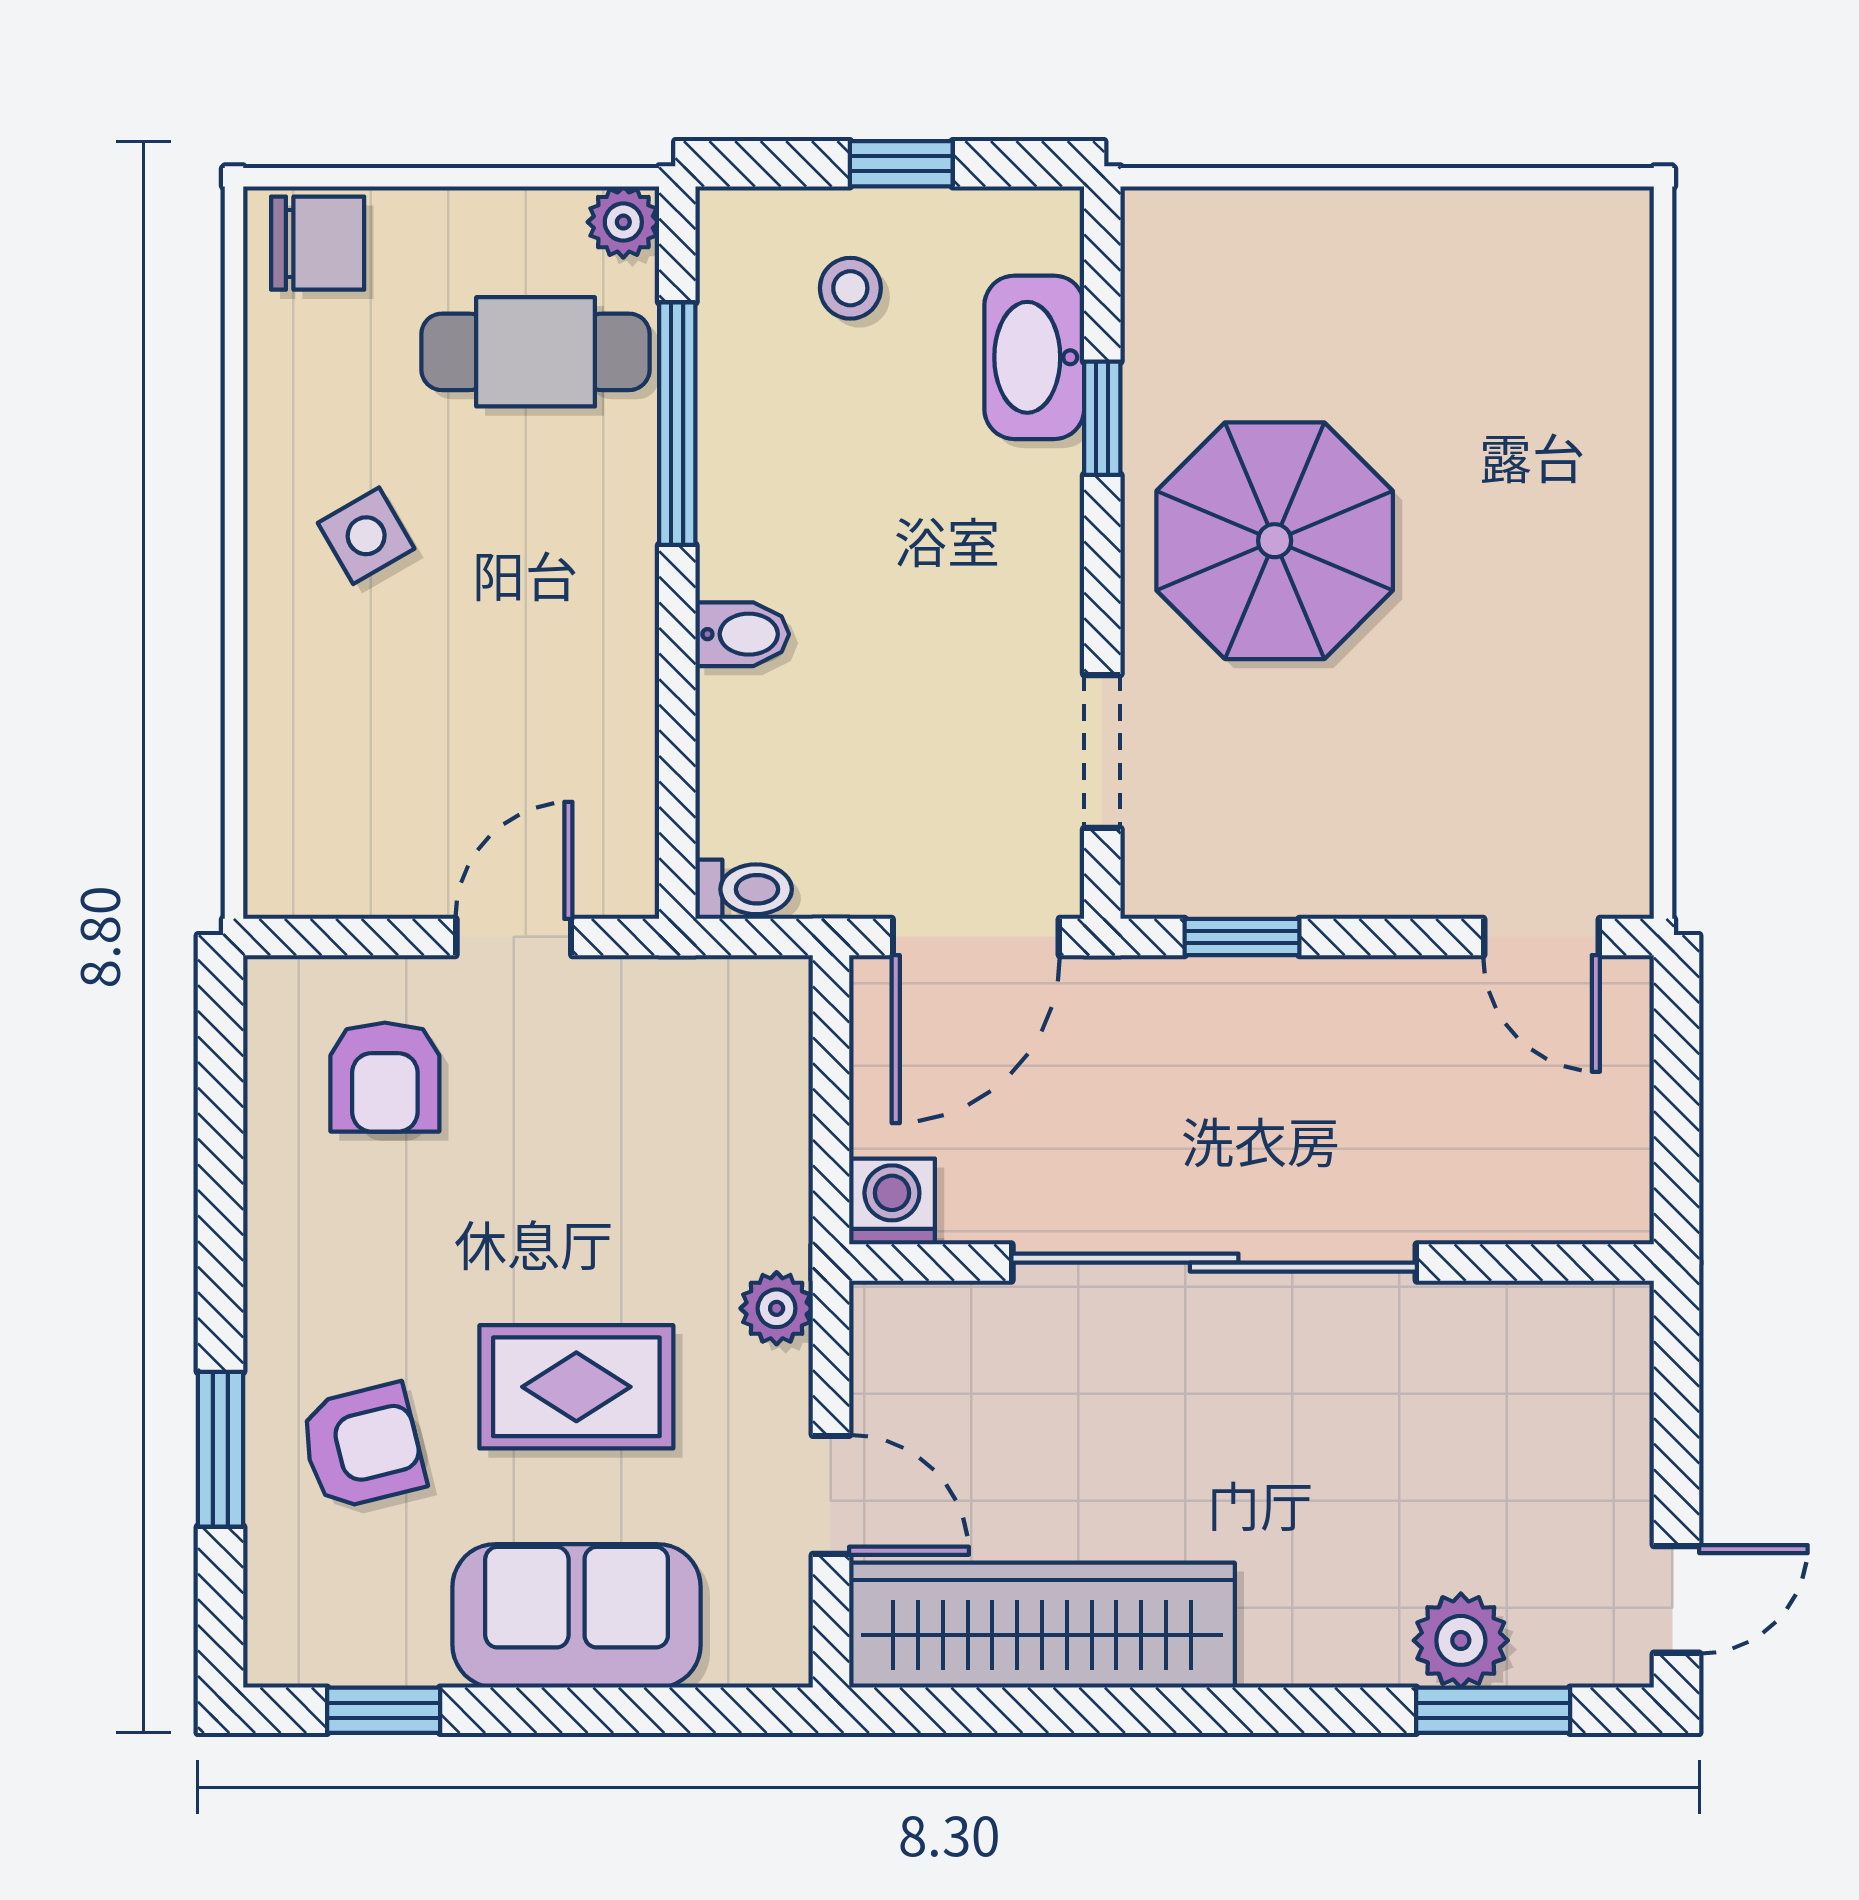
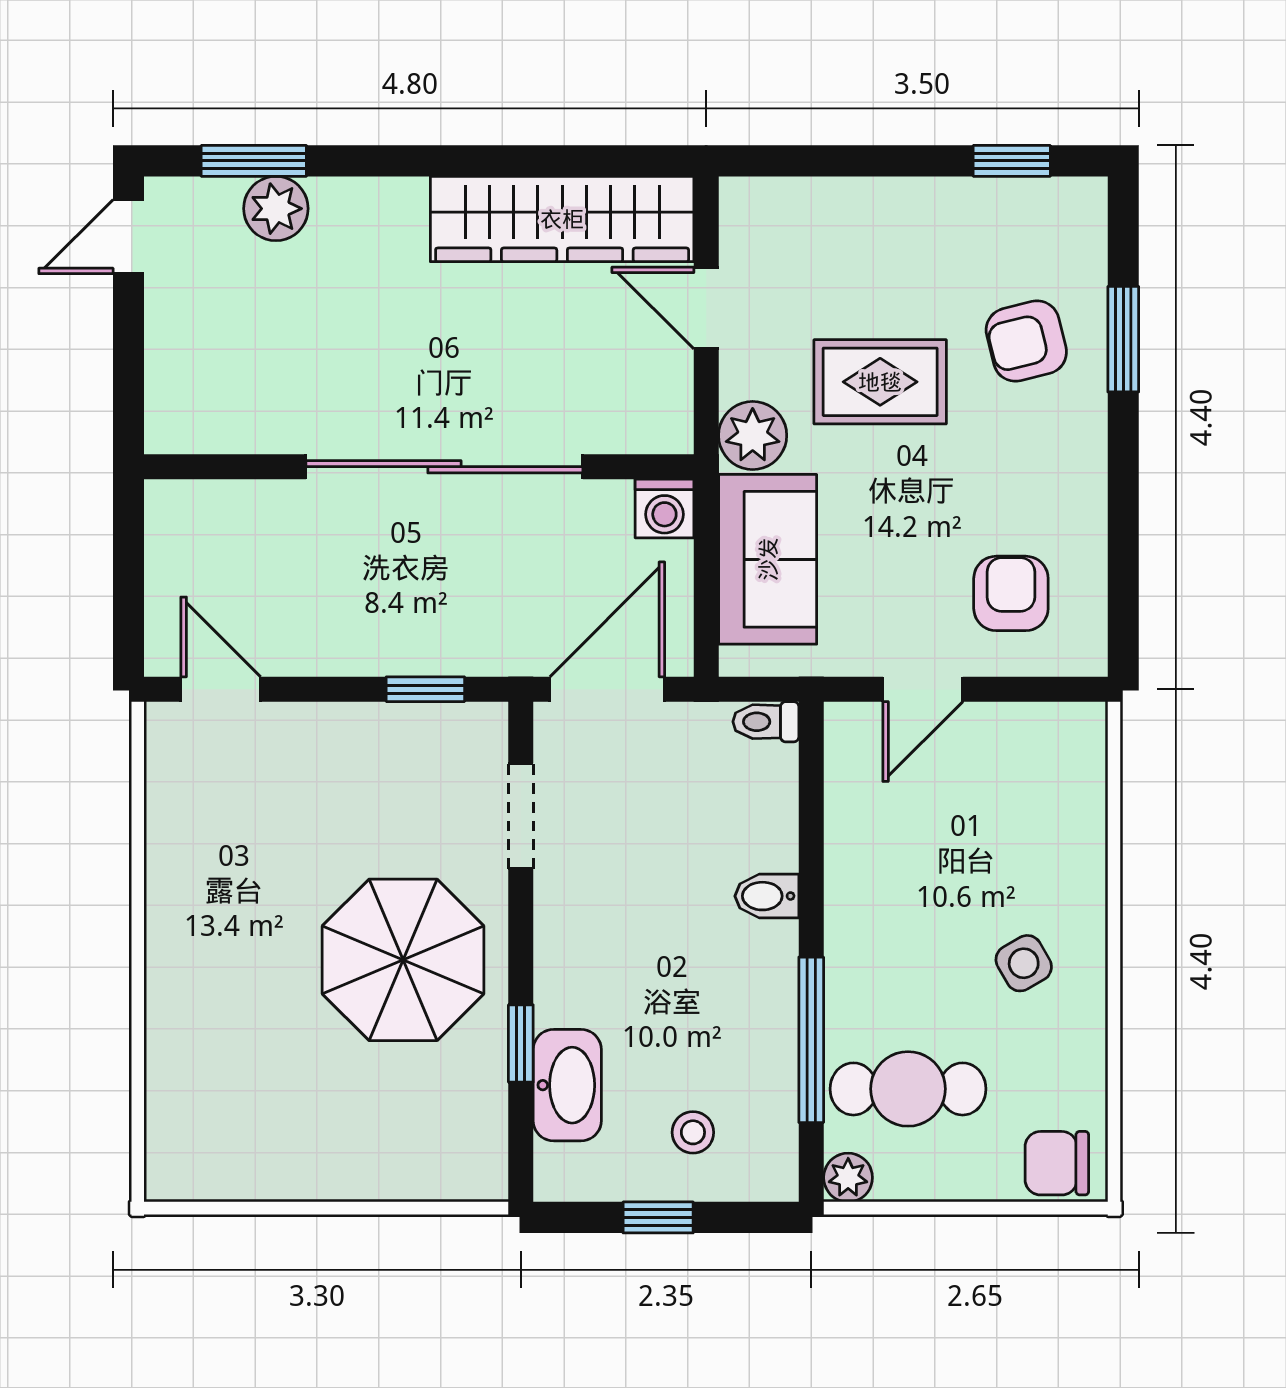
plant: (777, 1308) -> (753, 435), width x1.38, depth x1.38
sofa: (577, 1616) -> (768, 559), moved, turned -90

